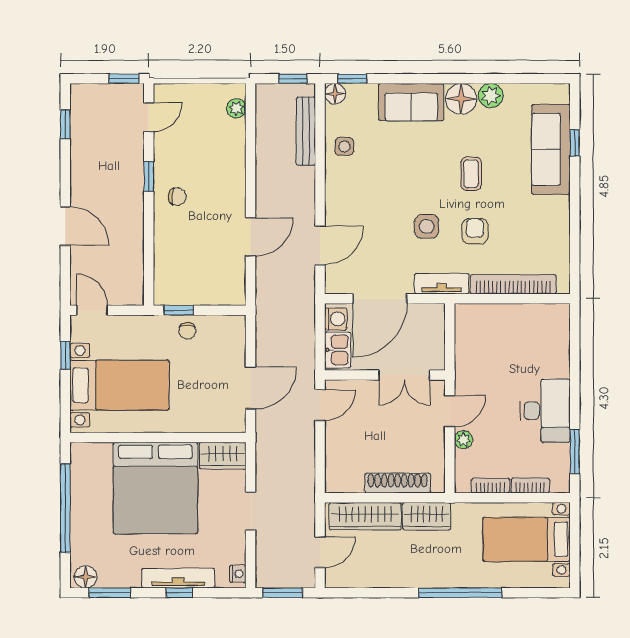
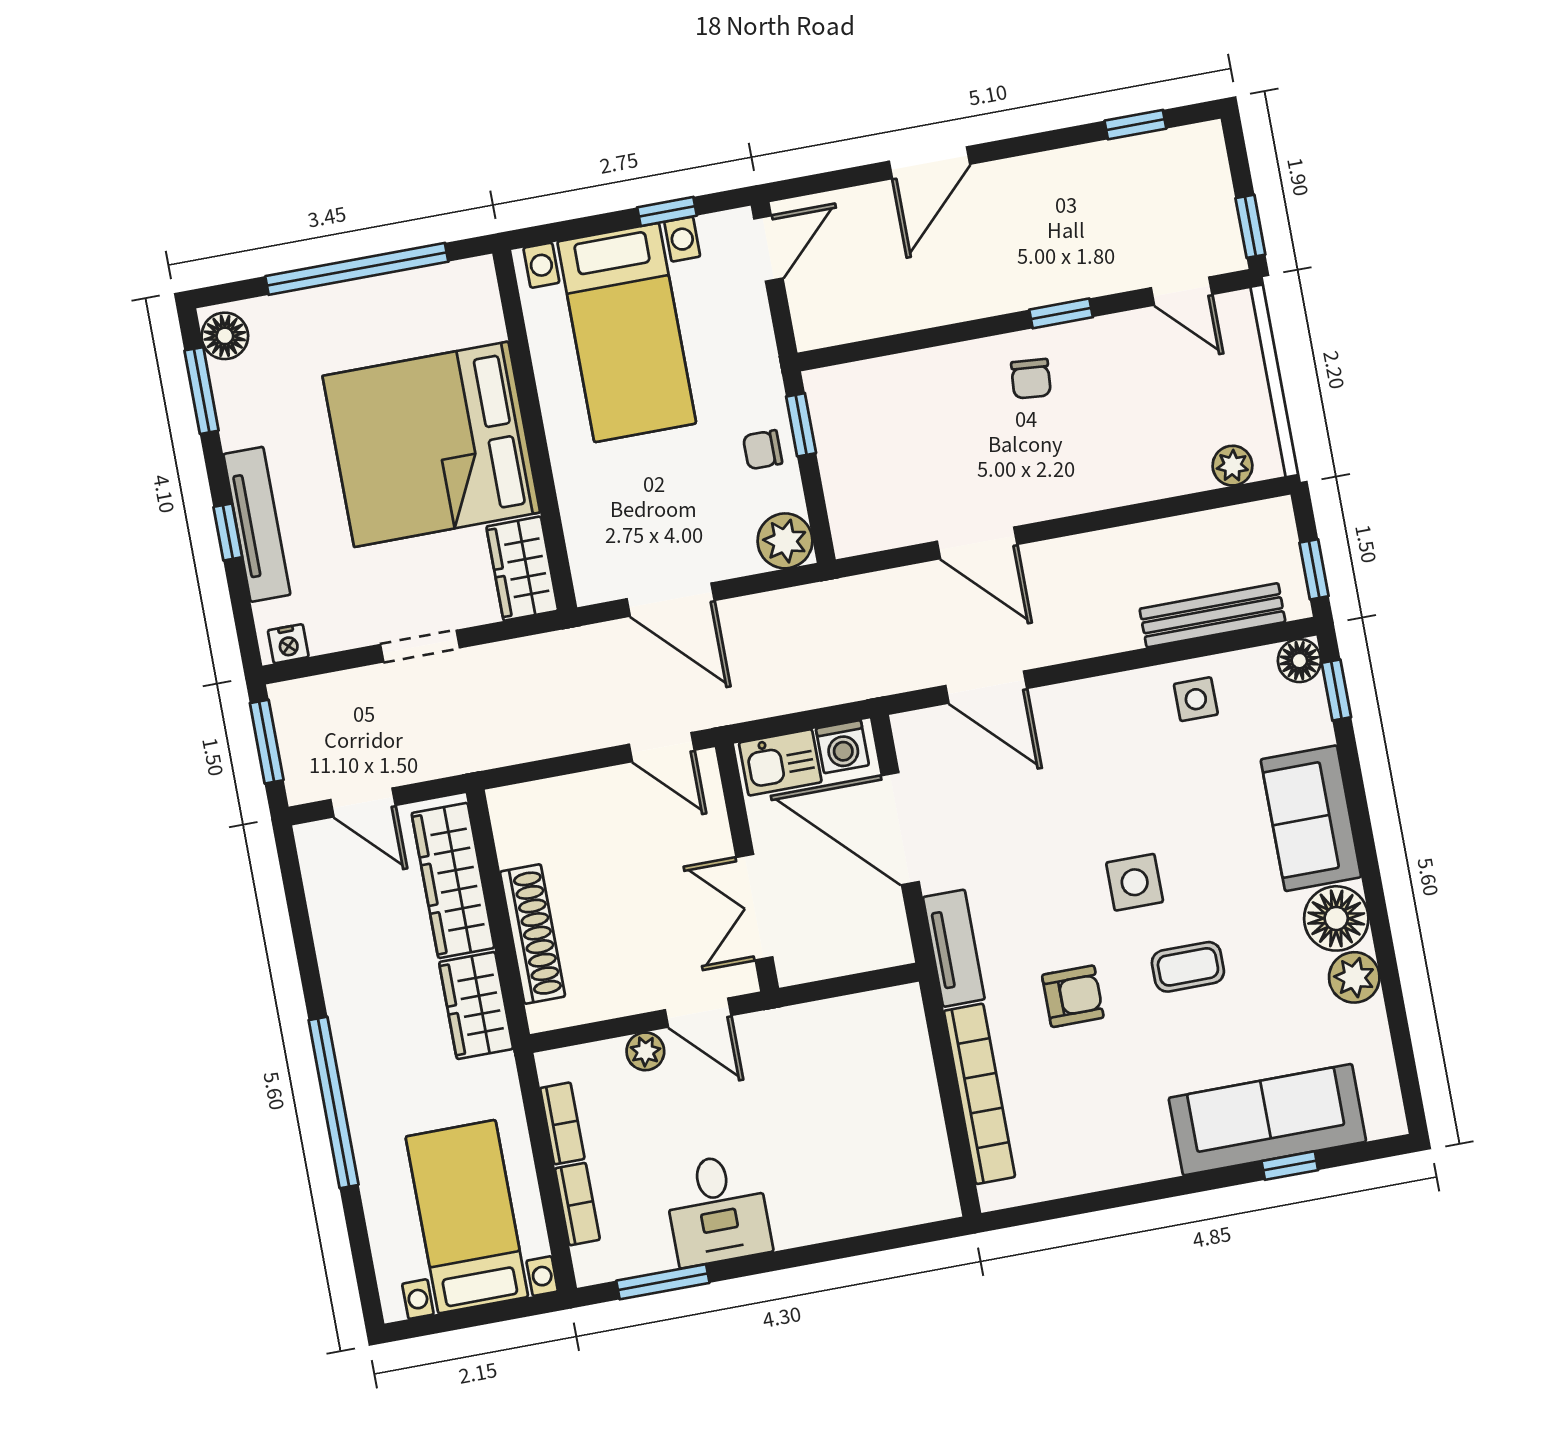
side table: (427, 226) -> (1135, 882), moved
plant: (233, 328) -> (785, 541), added
desk: (545, 411) -> (717, 1210), width x0.73

